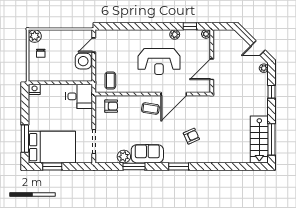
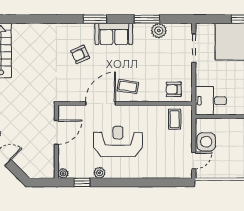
sofa: (147, 154) -> (114, 34), moved

